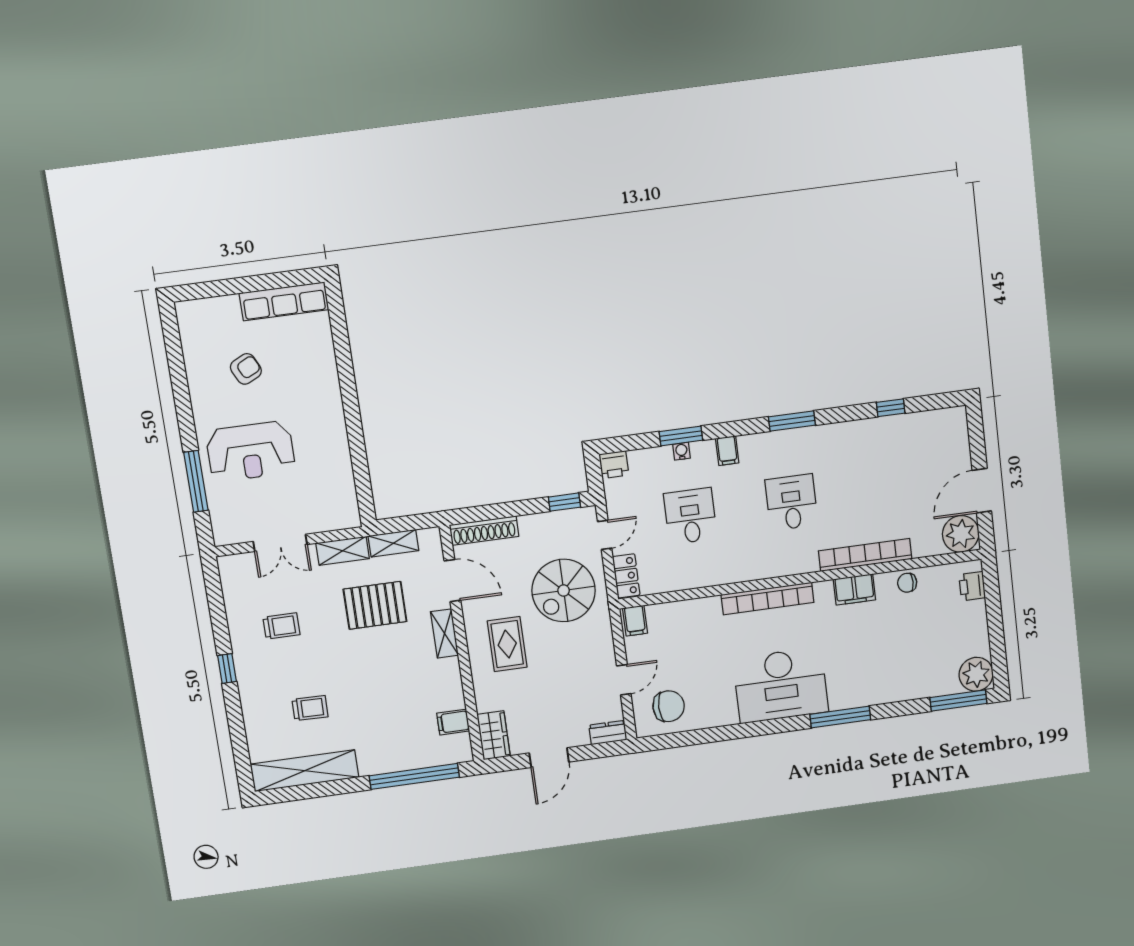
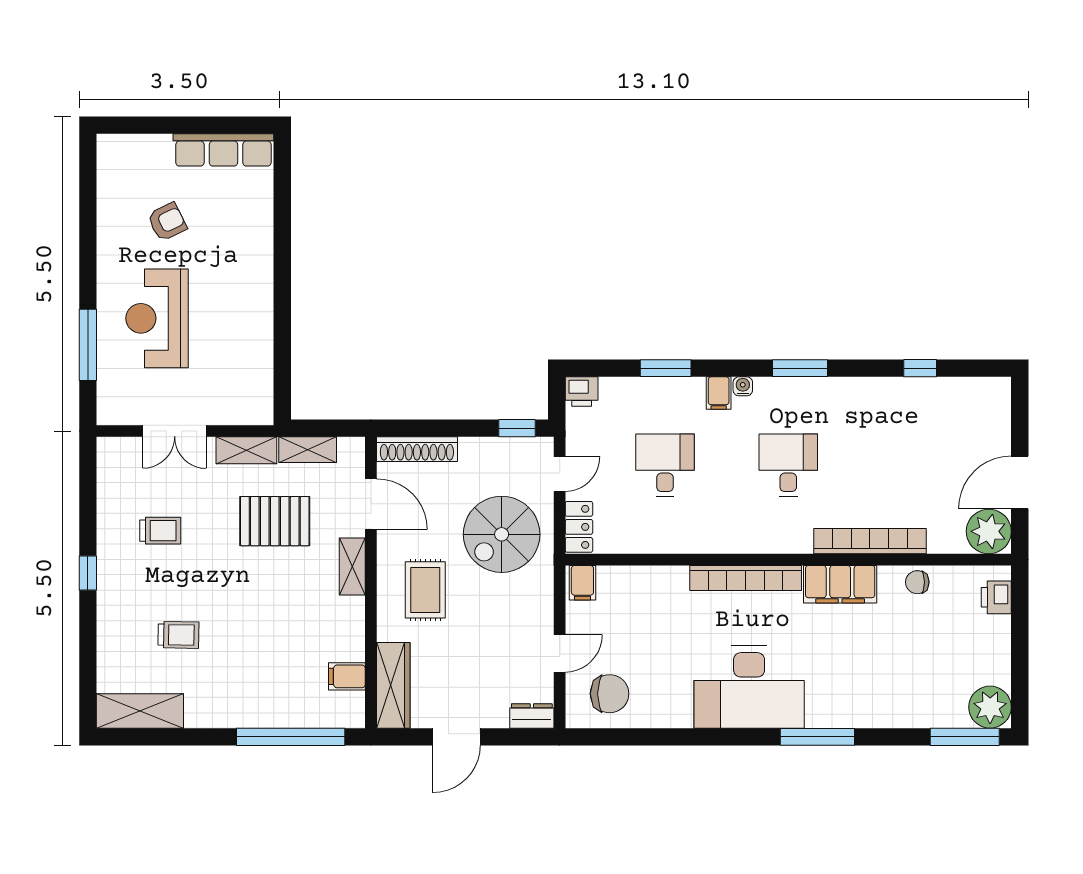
reception desk: (250, 451) -> (157, 318), turned 90
water cooler: (682, 451) -> (743, 386), moved
filing cabinet: (854, 589) -> (840, 584), width x1.50, depth x1.17
wardrobe: (494, 735) -> (393, 685), width x1.50
shelving: (305, 771) -> (140, 711), width x0.68

